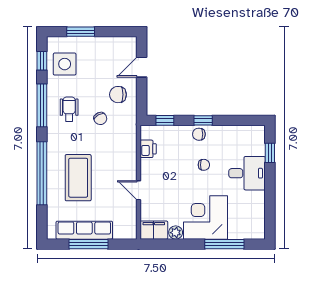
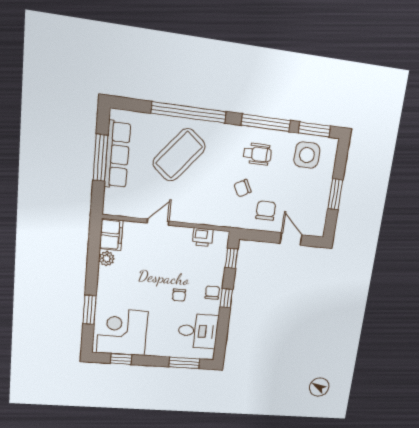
window: (81, 32) -> (335, 194), moved
window: (42, 61) -> (314, 129), width x1.50
window: (270, 153) -> (184, 363), width x1.50
desk: (247, 173) -> (198, 331), moved, turned -90
coffee table: (78, 178) -> (179, 155), turned -51
window: (270, 212) -> (121, 359), added
corner desk: (205, 217) -> (122, 332), moved, turned -90
window: (224, 244) -> (90, 310), width x0.69

